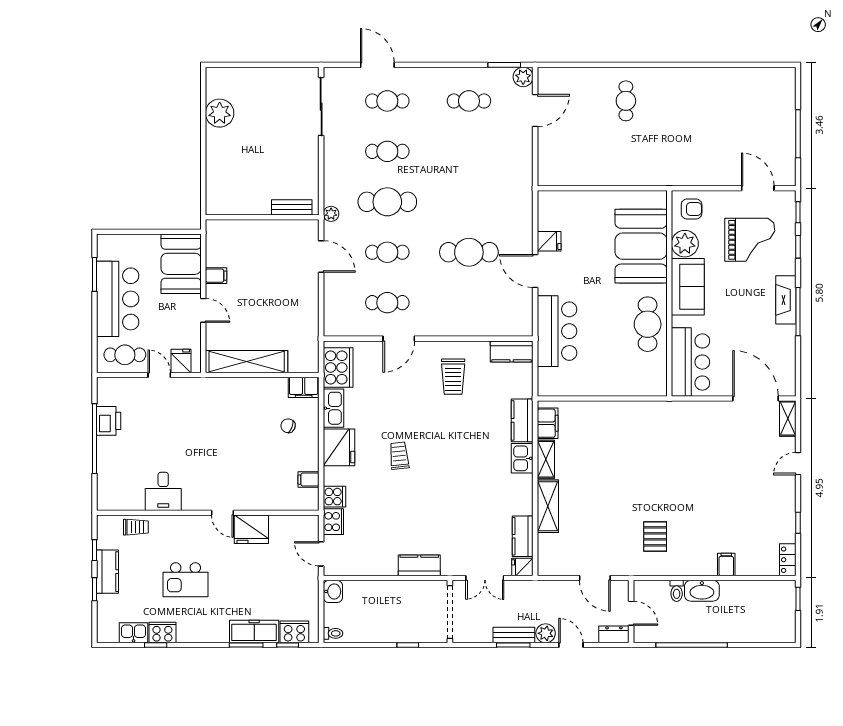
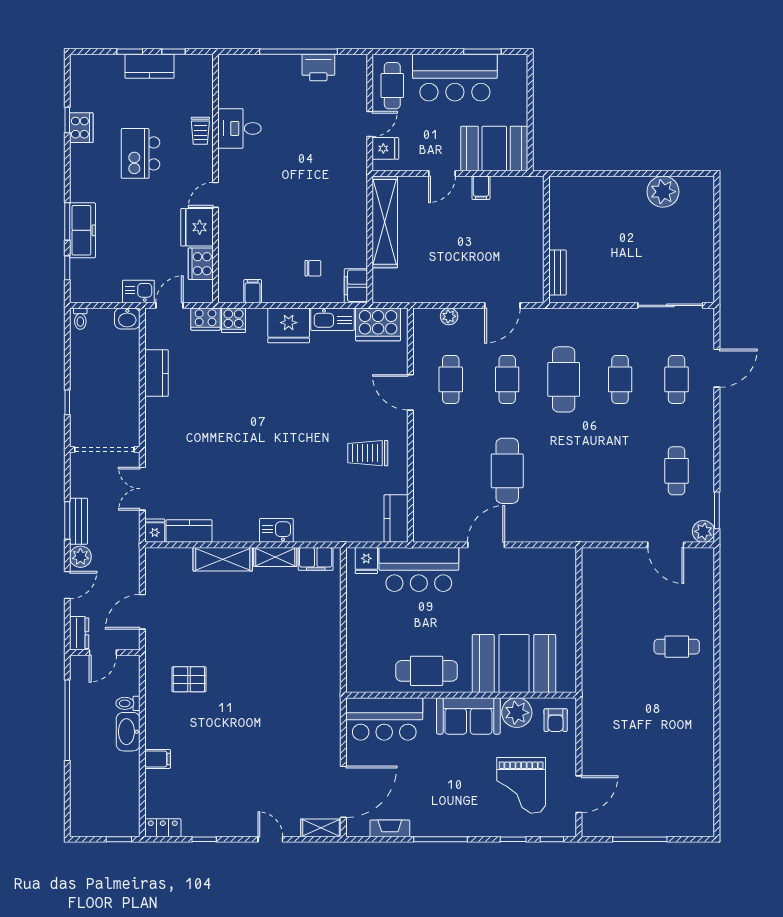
plant: (331, 214) -> (449, 316), moved
fridge: (549, 241) -> (366, 561), moved
fireplace: (786, 300) -> (390, 828), moved, width x0.73, depth x0.76
kitchen counter: (522, 420) -> (319, 530), removed
chair: (288, 426) -> (313, 268), turned 69
trolley: (399, 456) -> (279, 393), removed
trolley: (136, 527) -> (200, 131), moved
kitchen counter: (419, 565) -> (156, 373), moved
cooker: (294, 632) -> (201, 264), moved, turned 180
kitchen sink: (134, 633) -> (138, 292), moved, turned -90

